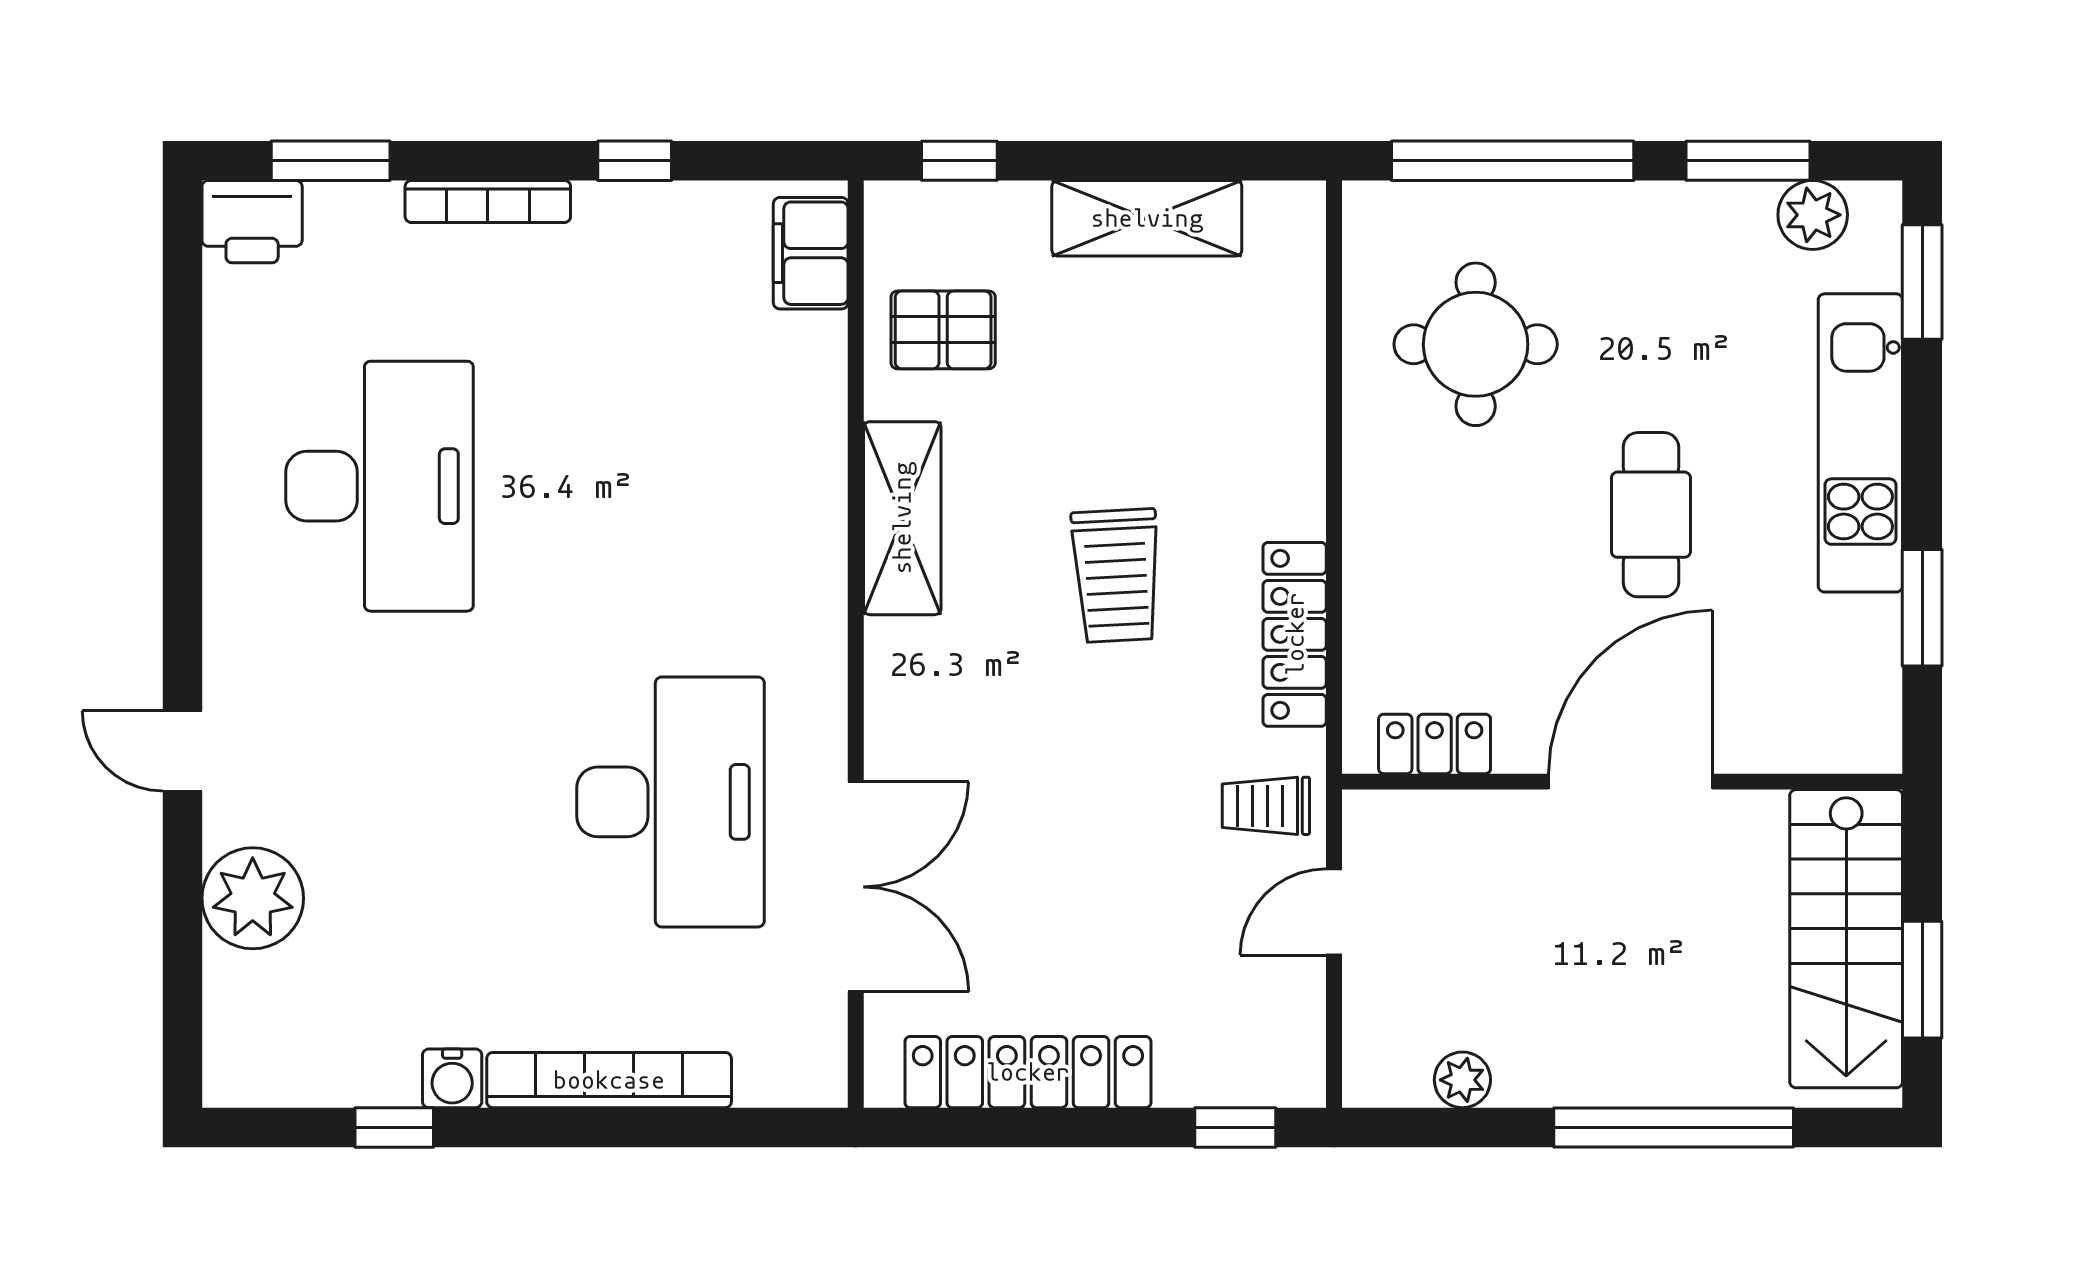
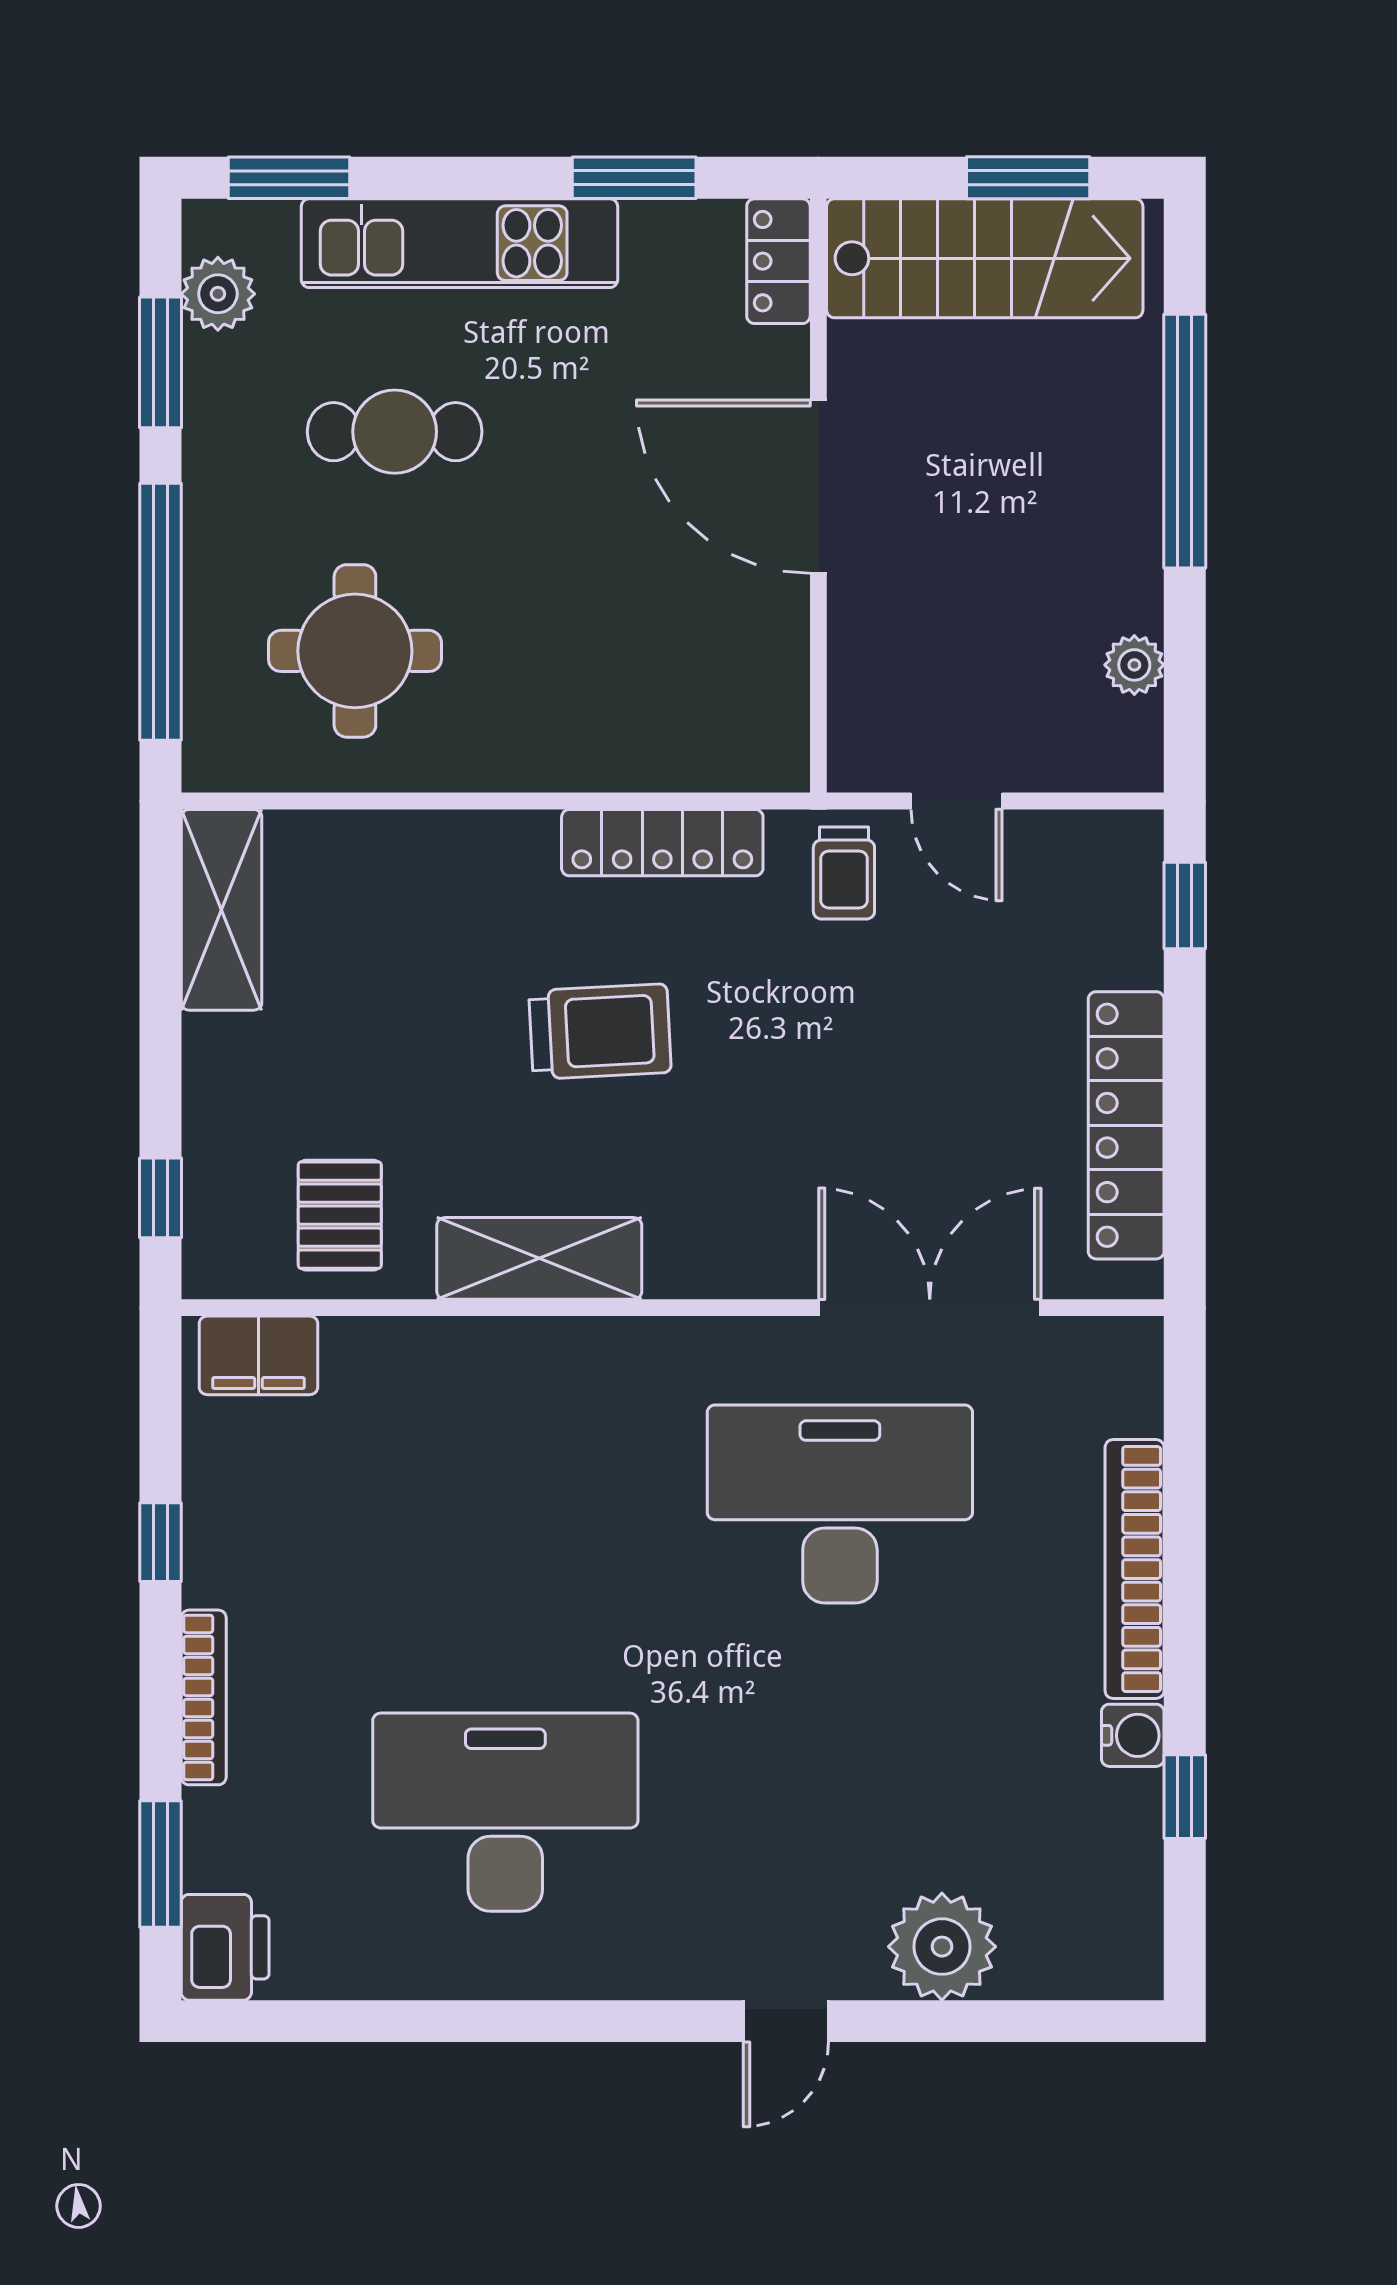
shelving: (1147, 218) -> (221, 910), moved
cafe table: (1651, 515) -> (395, 432), moved
locker: (1435, 744) -> (778, 261), moved

